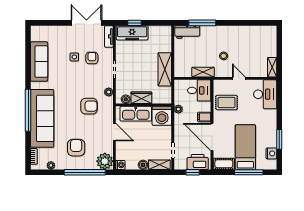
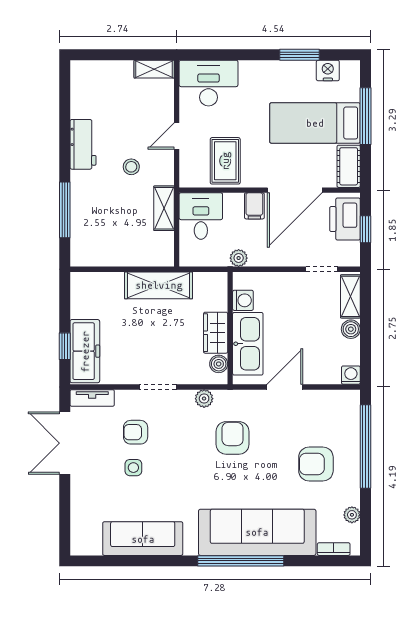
workbench: (187, 32) -> (83, 144), moved
washing machine: (162, 116) -> (243, 300), width x0.53, depth x0.53
plant: (105, 161) -> (343, 406), removed

